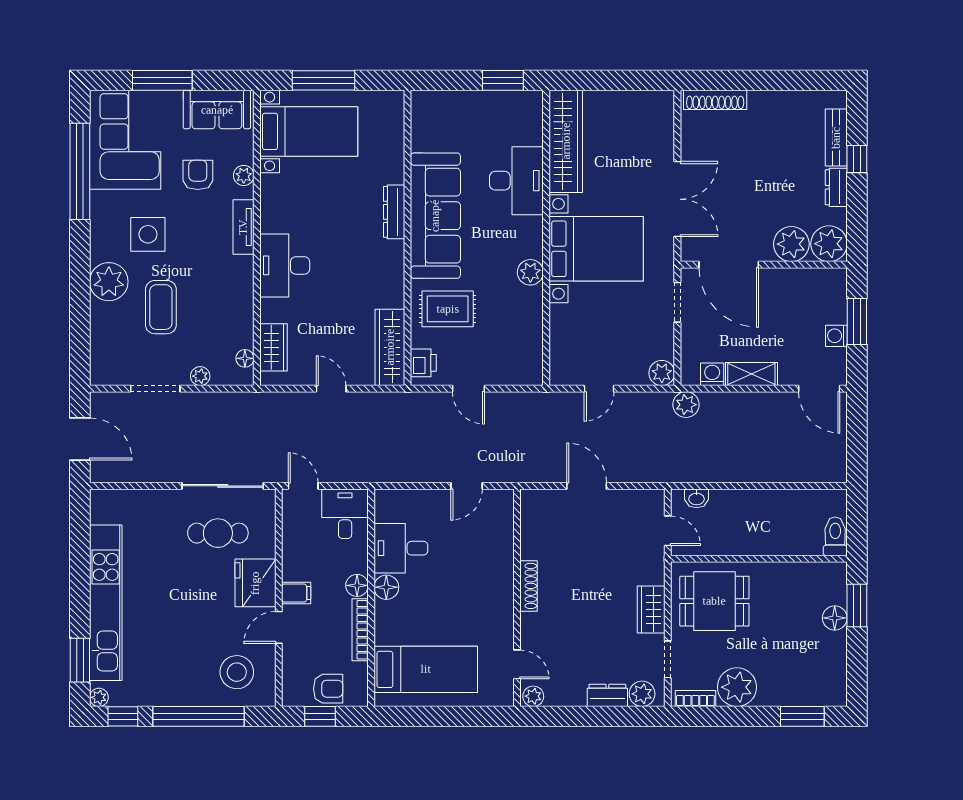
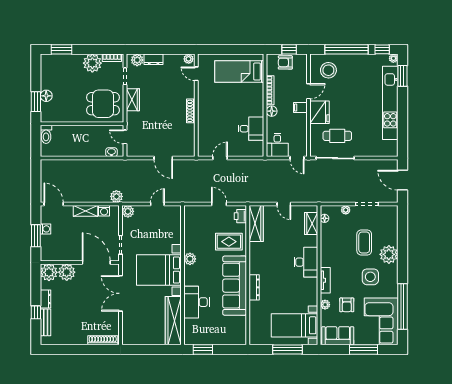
floor lamp: (386, 587) -> (258, 110), removed

